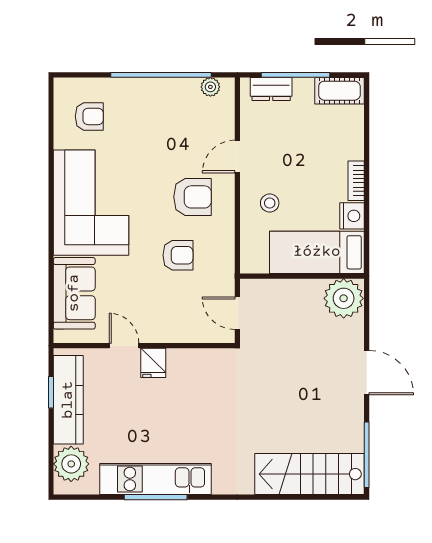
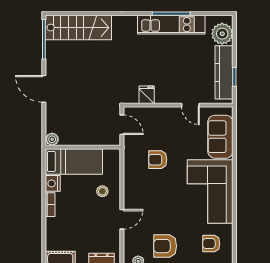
armchair: (193, 197) -> (165, 246), moved
plant: (344, 298) -> (52, 139), width x0.53, depth x0.53
fridge: (153, 363) -> (147, 95), moved

